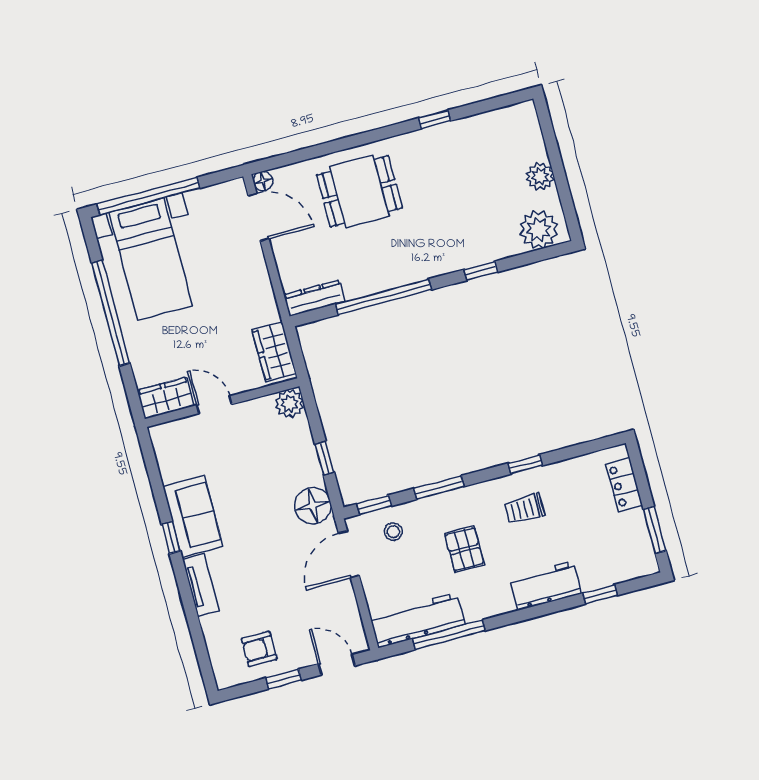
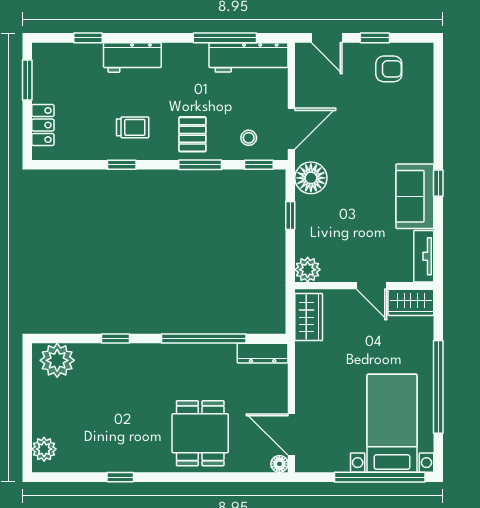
plant: (540, 176) -> (44, 449), moved
dining table: (359, 191) -> (200, 433), turned 90
pallet: (464, 549) -> (192, 134), moved
tv unit: (201, 585) -> (424, 256), moved

